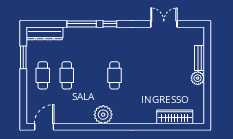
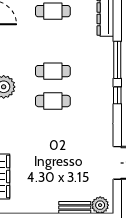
cafe table: (67, 75) -> (53, 71), moved
plant: (198, 78) -> (100, 205), moved

